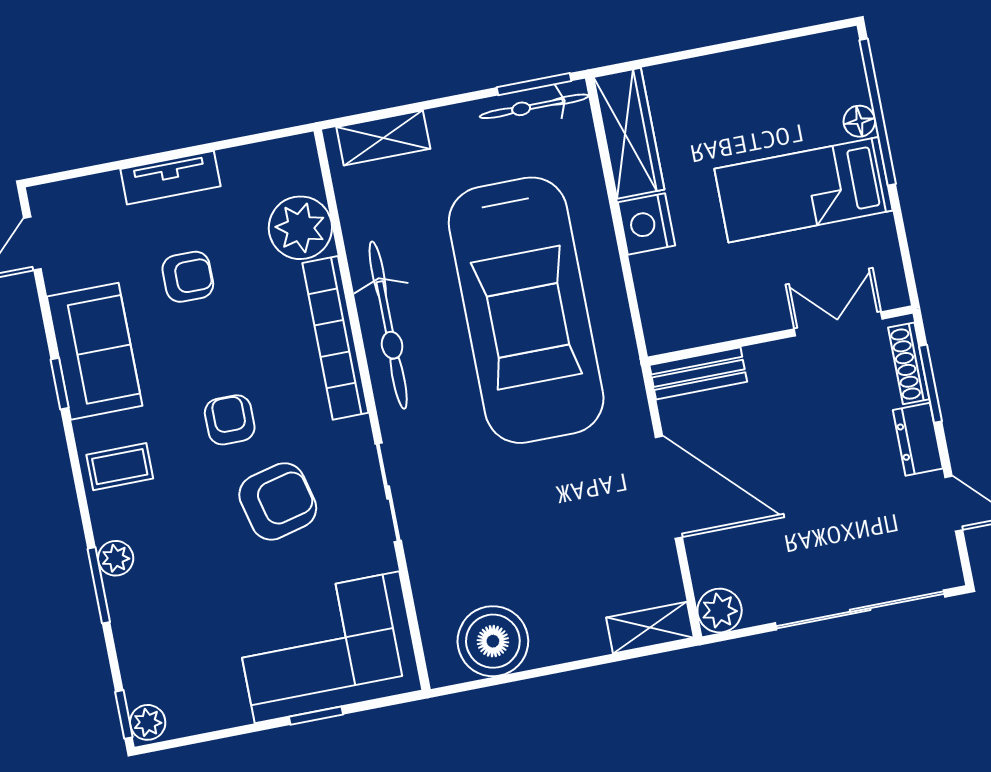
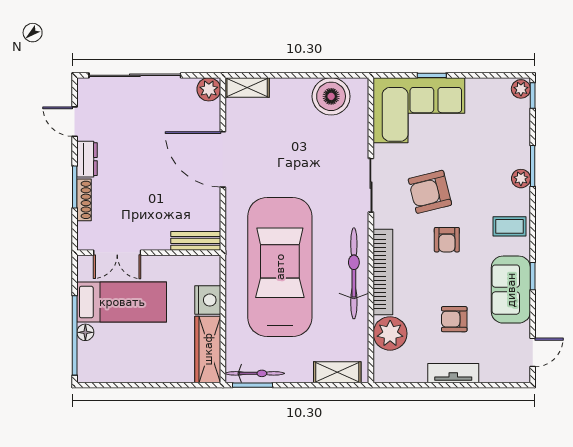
double door: (838, 324) -> (117, 253), moved
wall: (780, 335) -> (149, 253), moved
bench: (698, 373) -> (196, 241), moved

